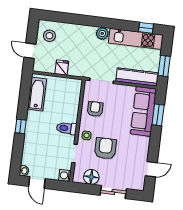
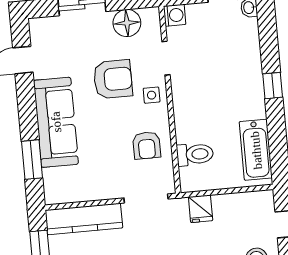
fridge: (62, 67) -> (201, 209), moved
sofa: (143, 111) -> (56, 122), moved
toilet: (67, 128) -> (195, 154), moved
armchair: (105, 148) -> (113, 79), turned -90

